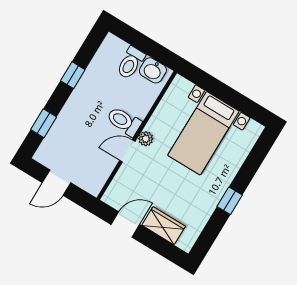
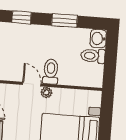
washbasin: (153, 70) -> (98, 39), moved
window: (73, 75) -> (65, 21), width x1.50

